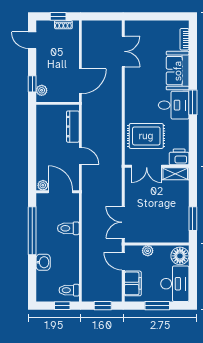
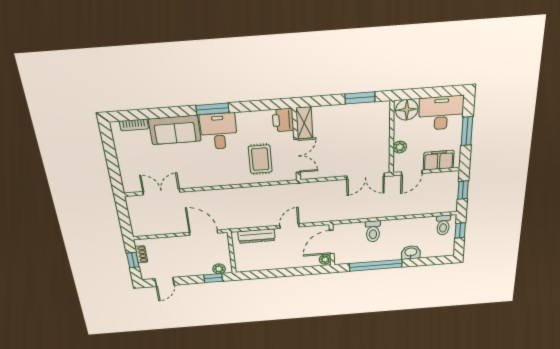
rug: (146, 136) -> (260, 159), width x0.73, depth x0.70

